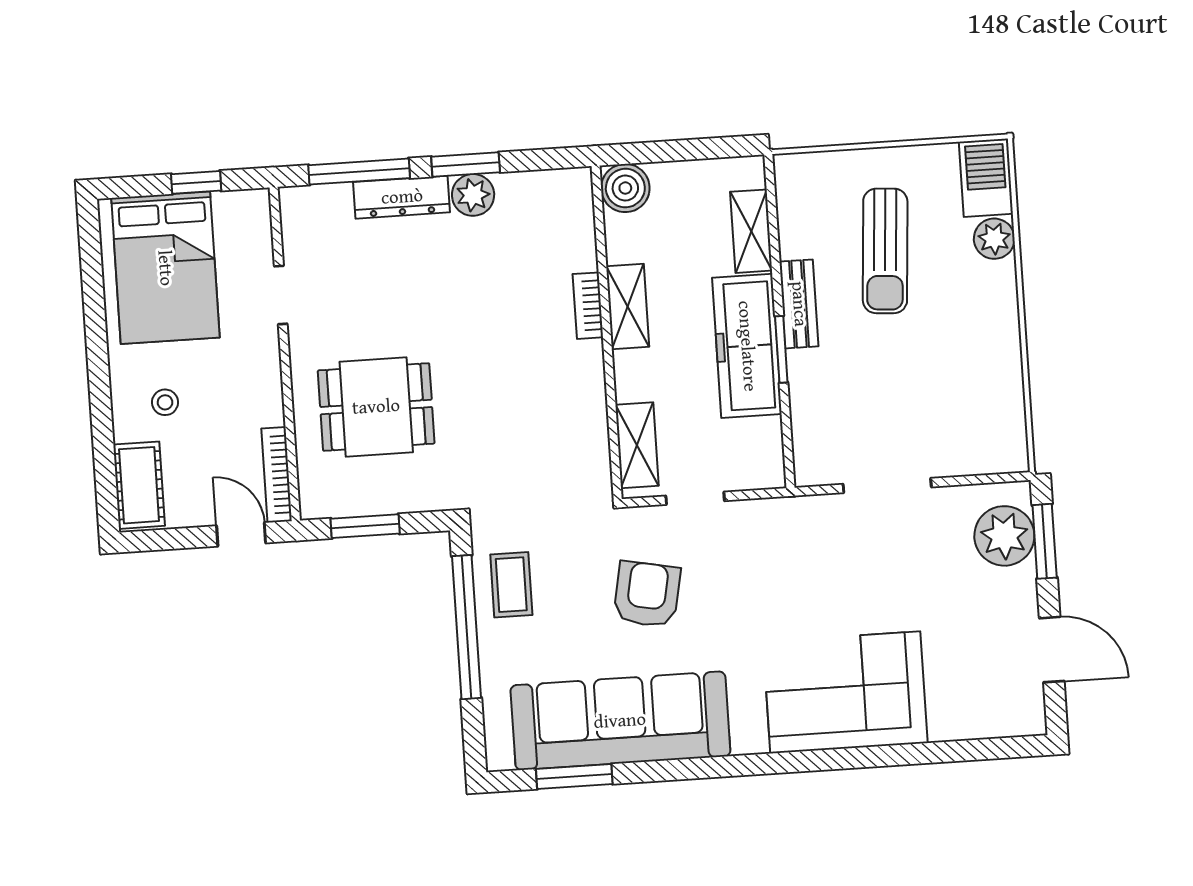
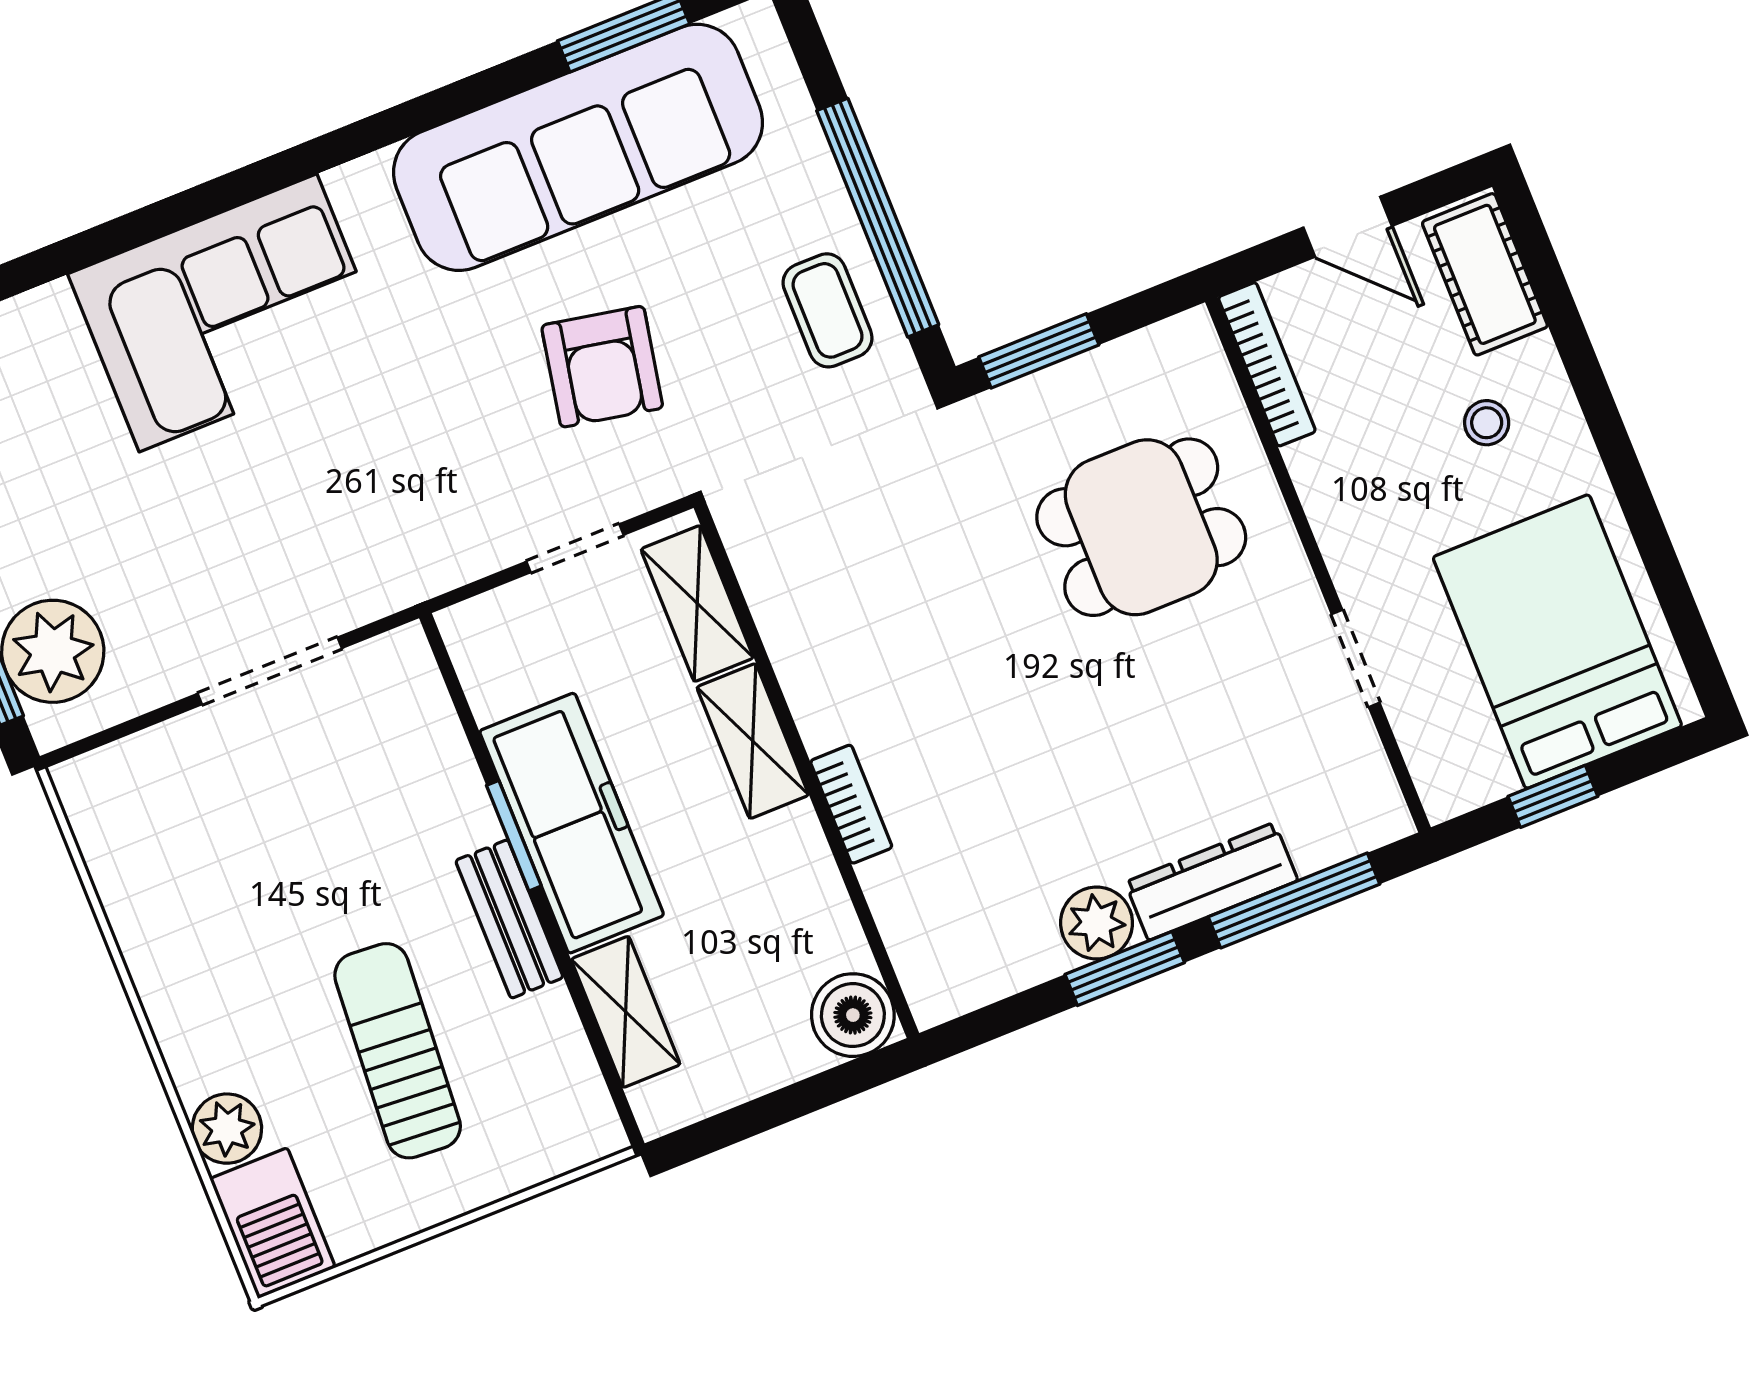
shelving: (628, 307) -> (753, 741), moved
window: (365, 526) -> (1039, 351), moved
door: (241, 534) -> (1348, 227), moved

